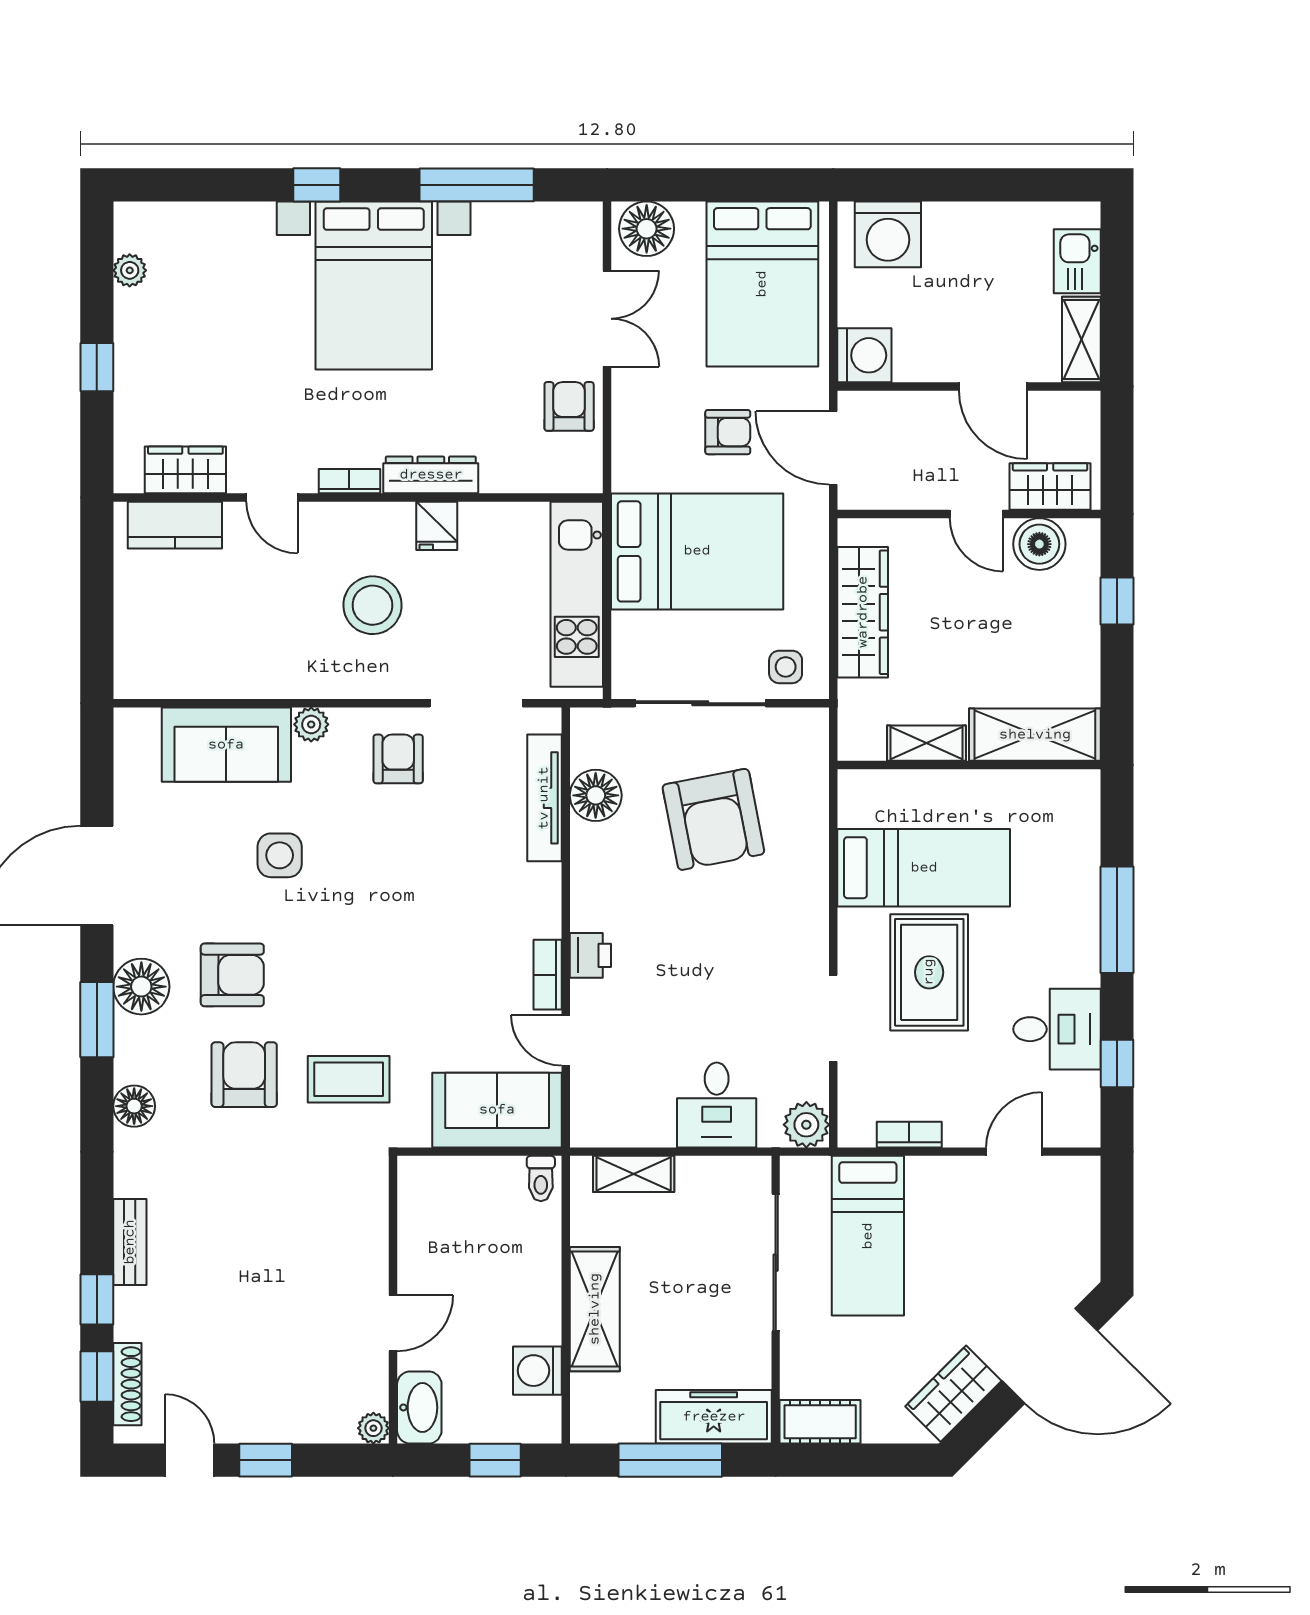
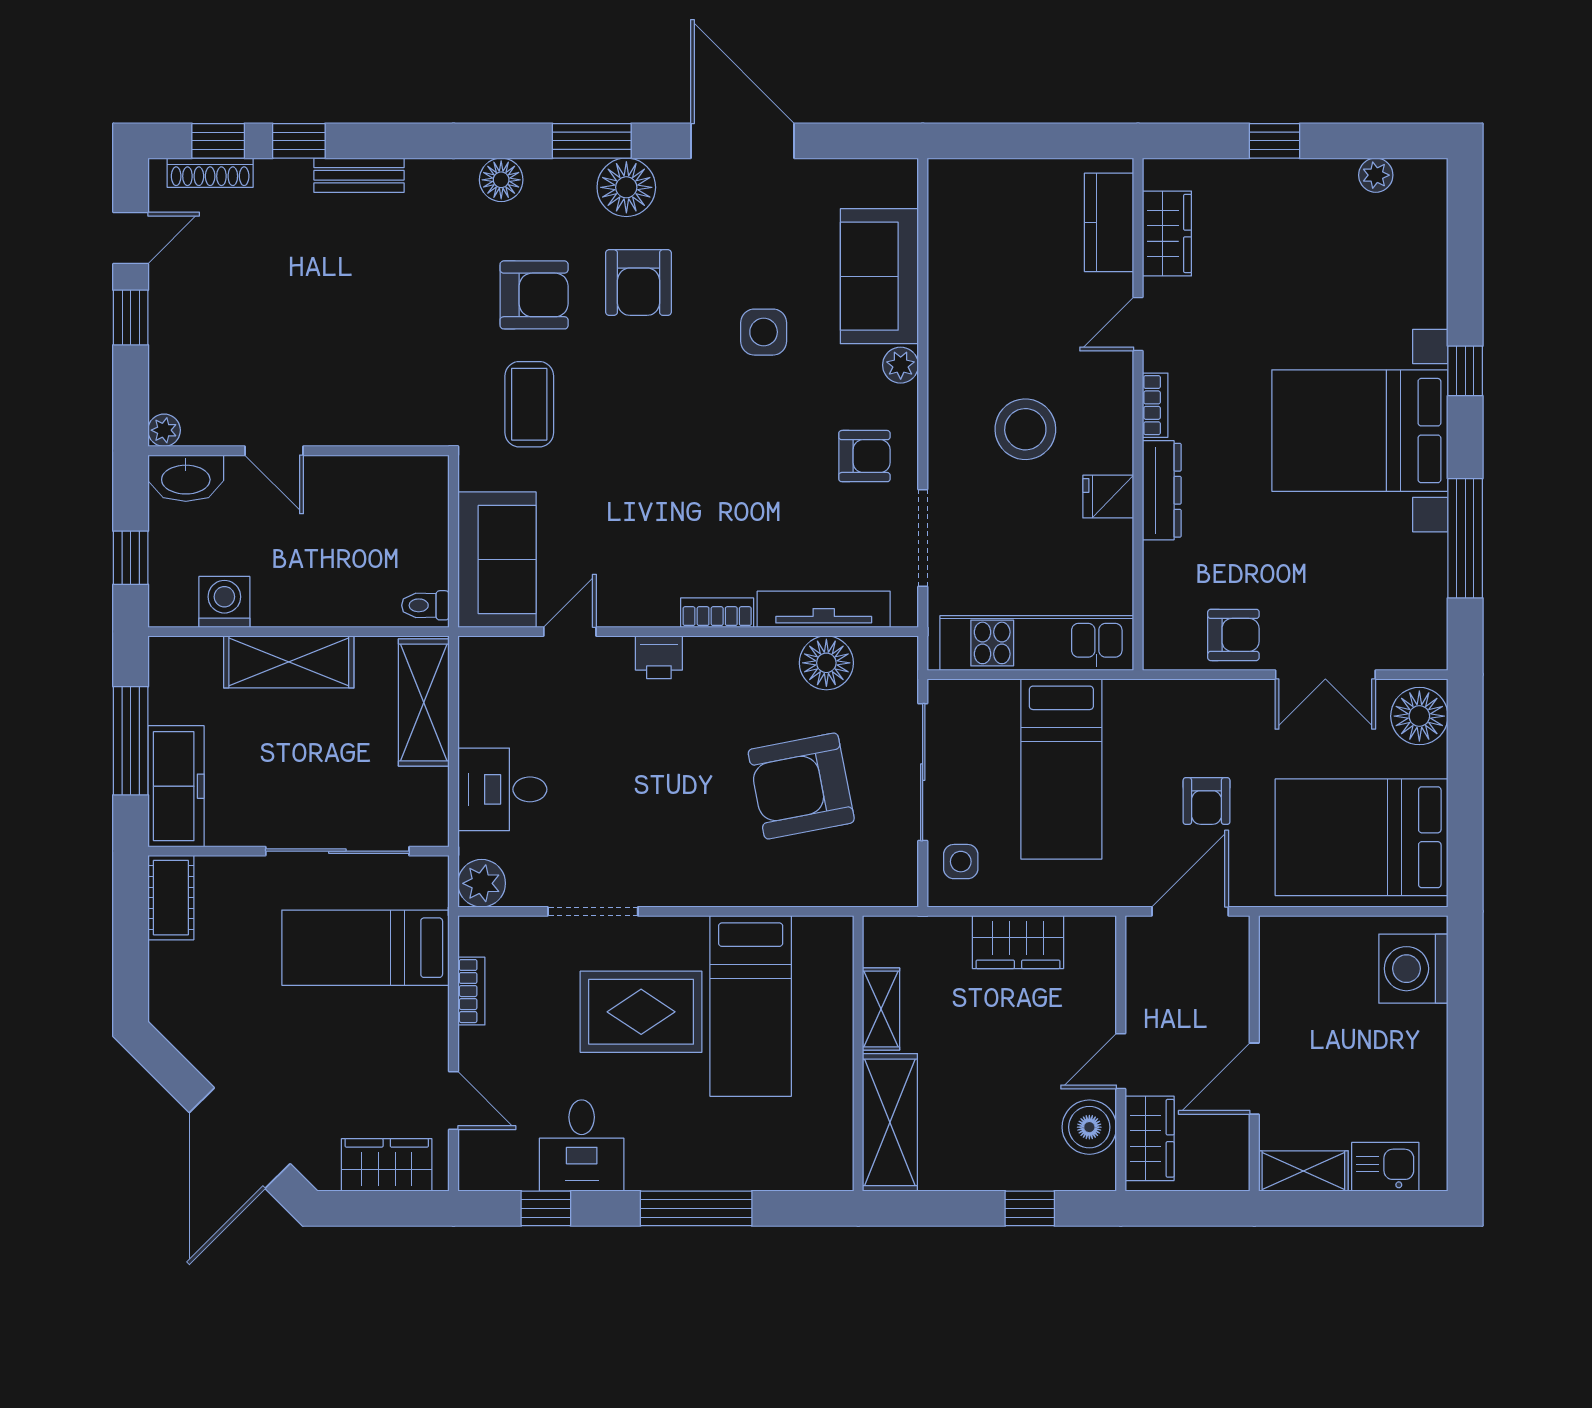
washing machine: (864, 355) -> (1287, 944), removed
bed: (697, 551) -> (1061, 769), width x0.67
wardrobe: (863, 612) -> (1018, 942), width x0.67
bookcase: (548, 975) -> (717, 613), moved
shelving: (634, 1174) -> (424, 703), width x1.50, depth x1.33
wardrobe: (953, 1394) -> (387, 1165), moved, turned -45

